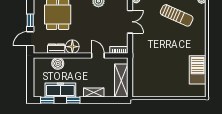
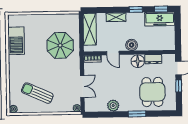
double door: (130, 22) -> (82, 86), swing flipped
boiler: (58, 63) -> (132, 45), moved
parasol: (152, 64) -> (60, 45), added
freezer: (60, 90) -> (160, 19), moved

